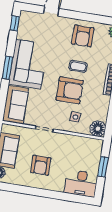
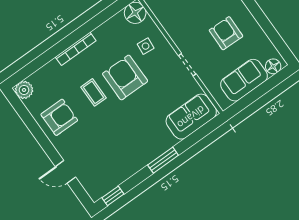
corner sofa: (28, 64) -> (140, 143), removed
armchair: (41, 165) -> (226, 33), turned -89

